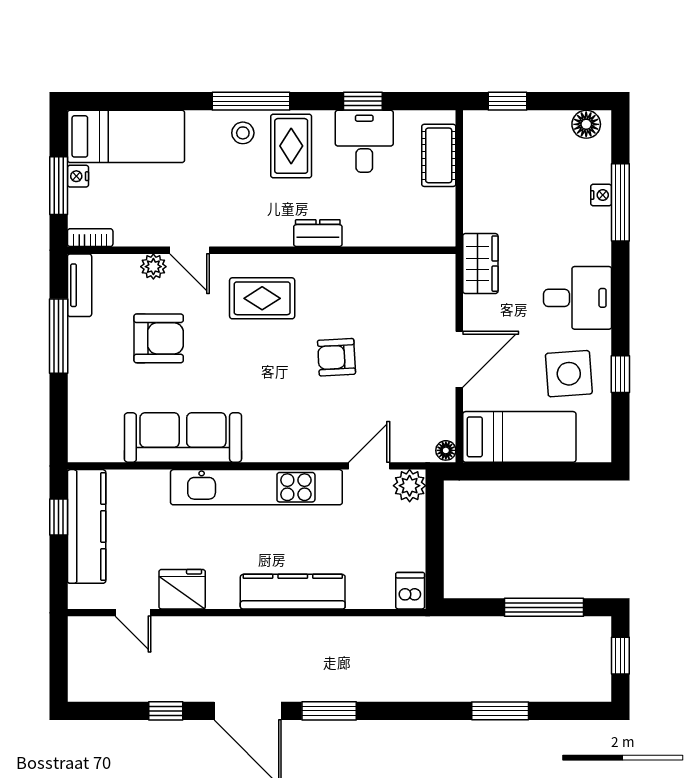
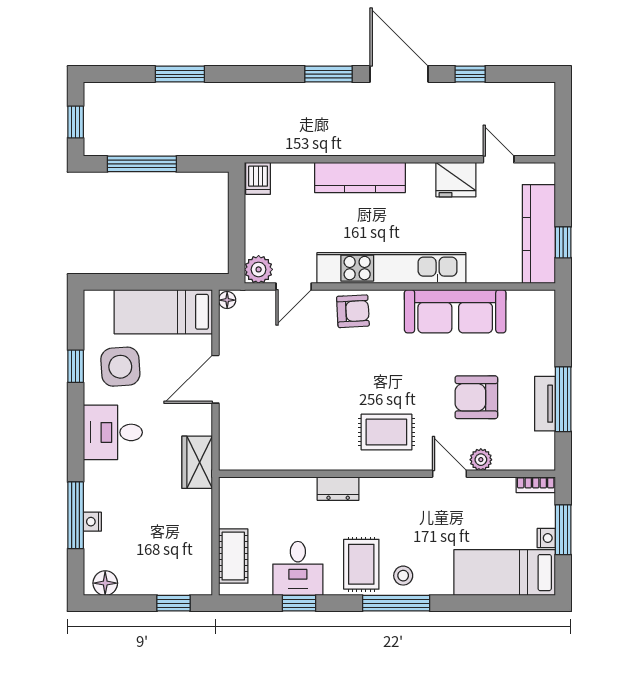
tv unit: (80, 285) -> (545, 404), moved
armchair: (337, 357) -> (353, 311), moved

